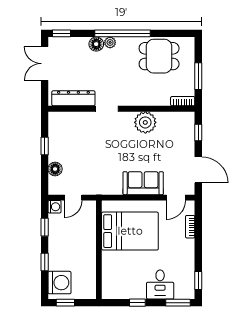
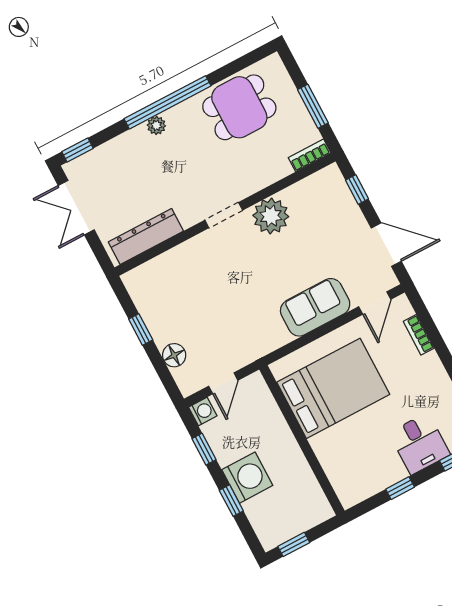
floor lamp: (96, 44) -> (137, 139), removed
doorway: (107, 109) -> (224, 215), moved
washing machine: (60, 283) -> (247, 478), moved

